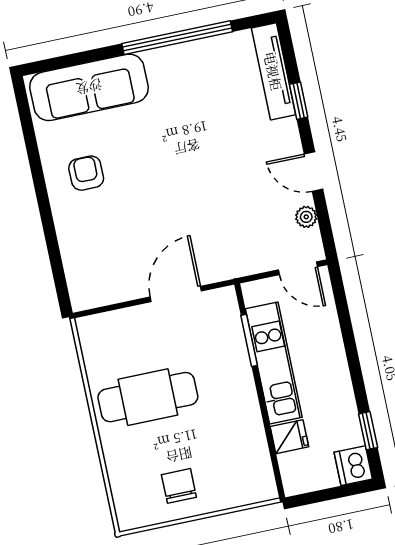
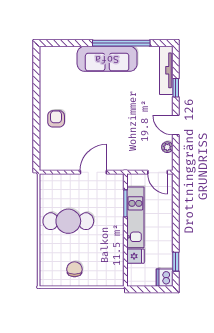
sofa: (89, 87) -> (107, 59), moved
armchair: (86, 173) -> (56, 119), moved

